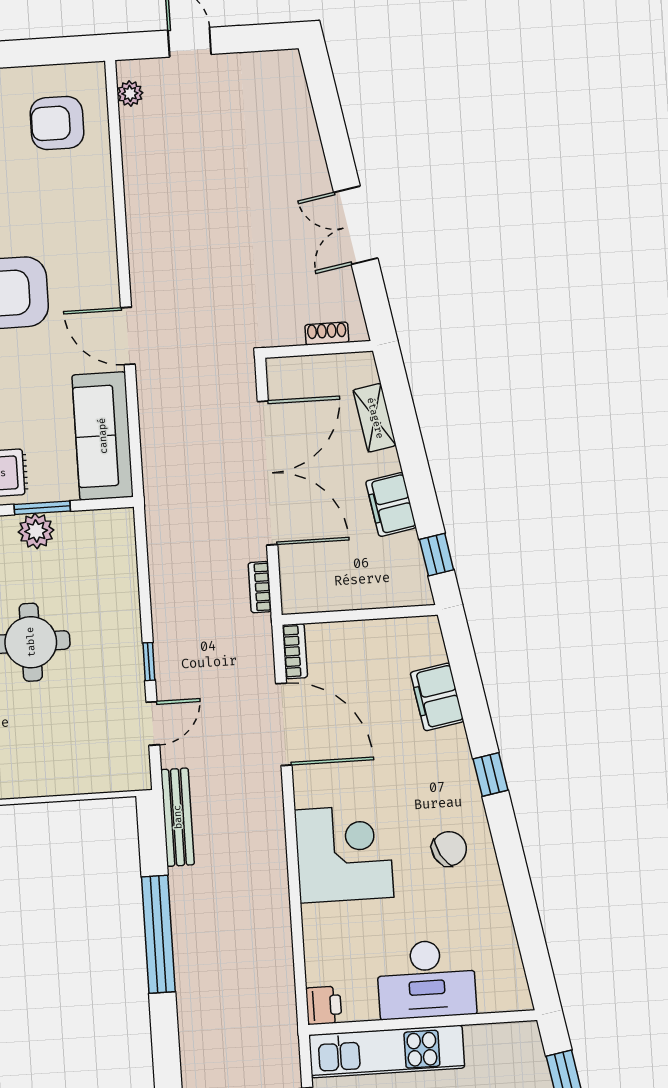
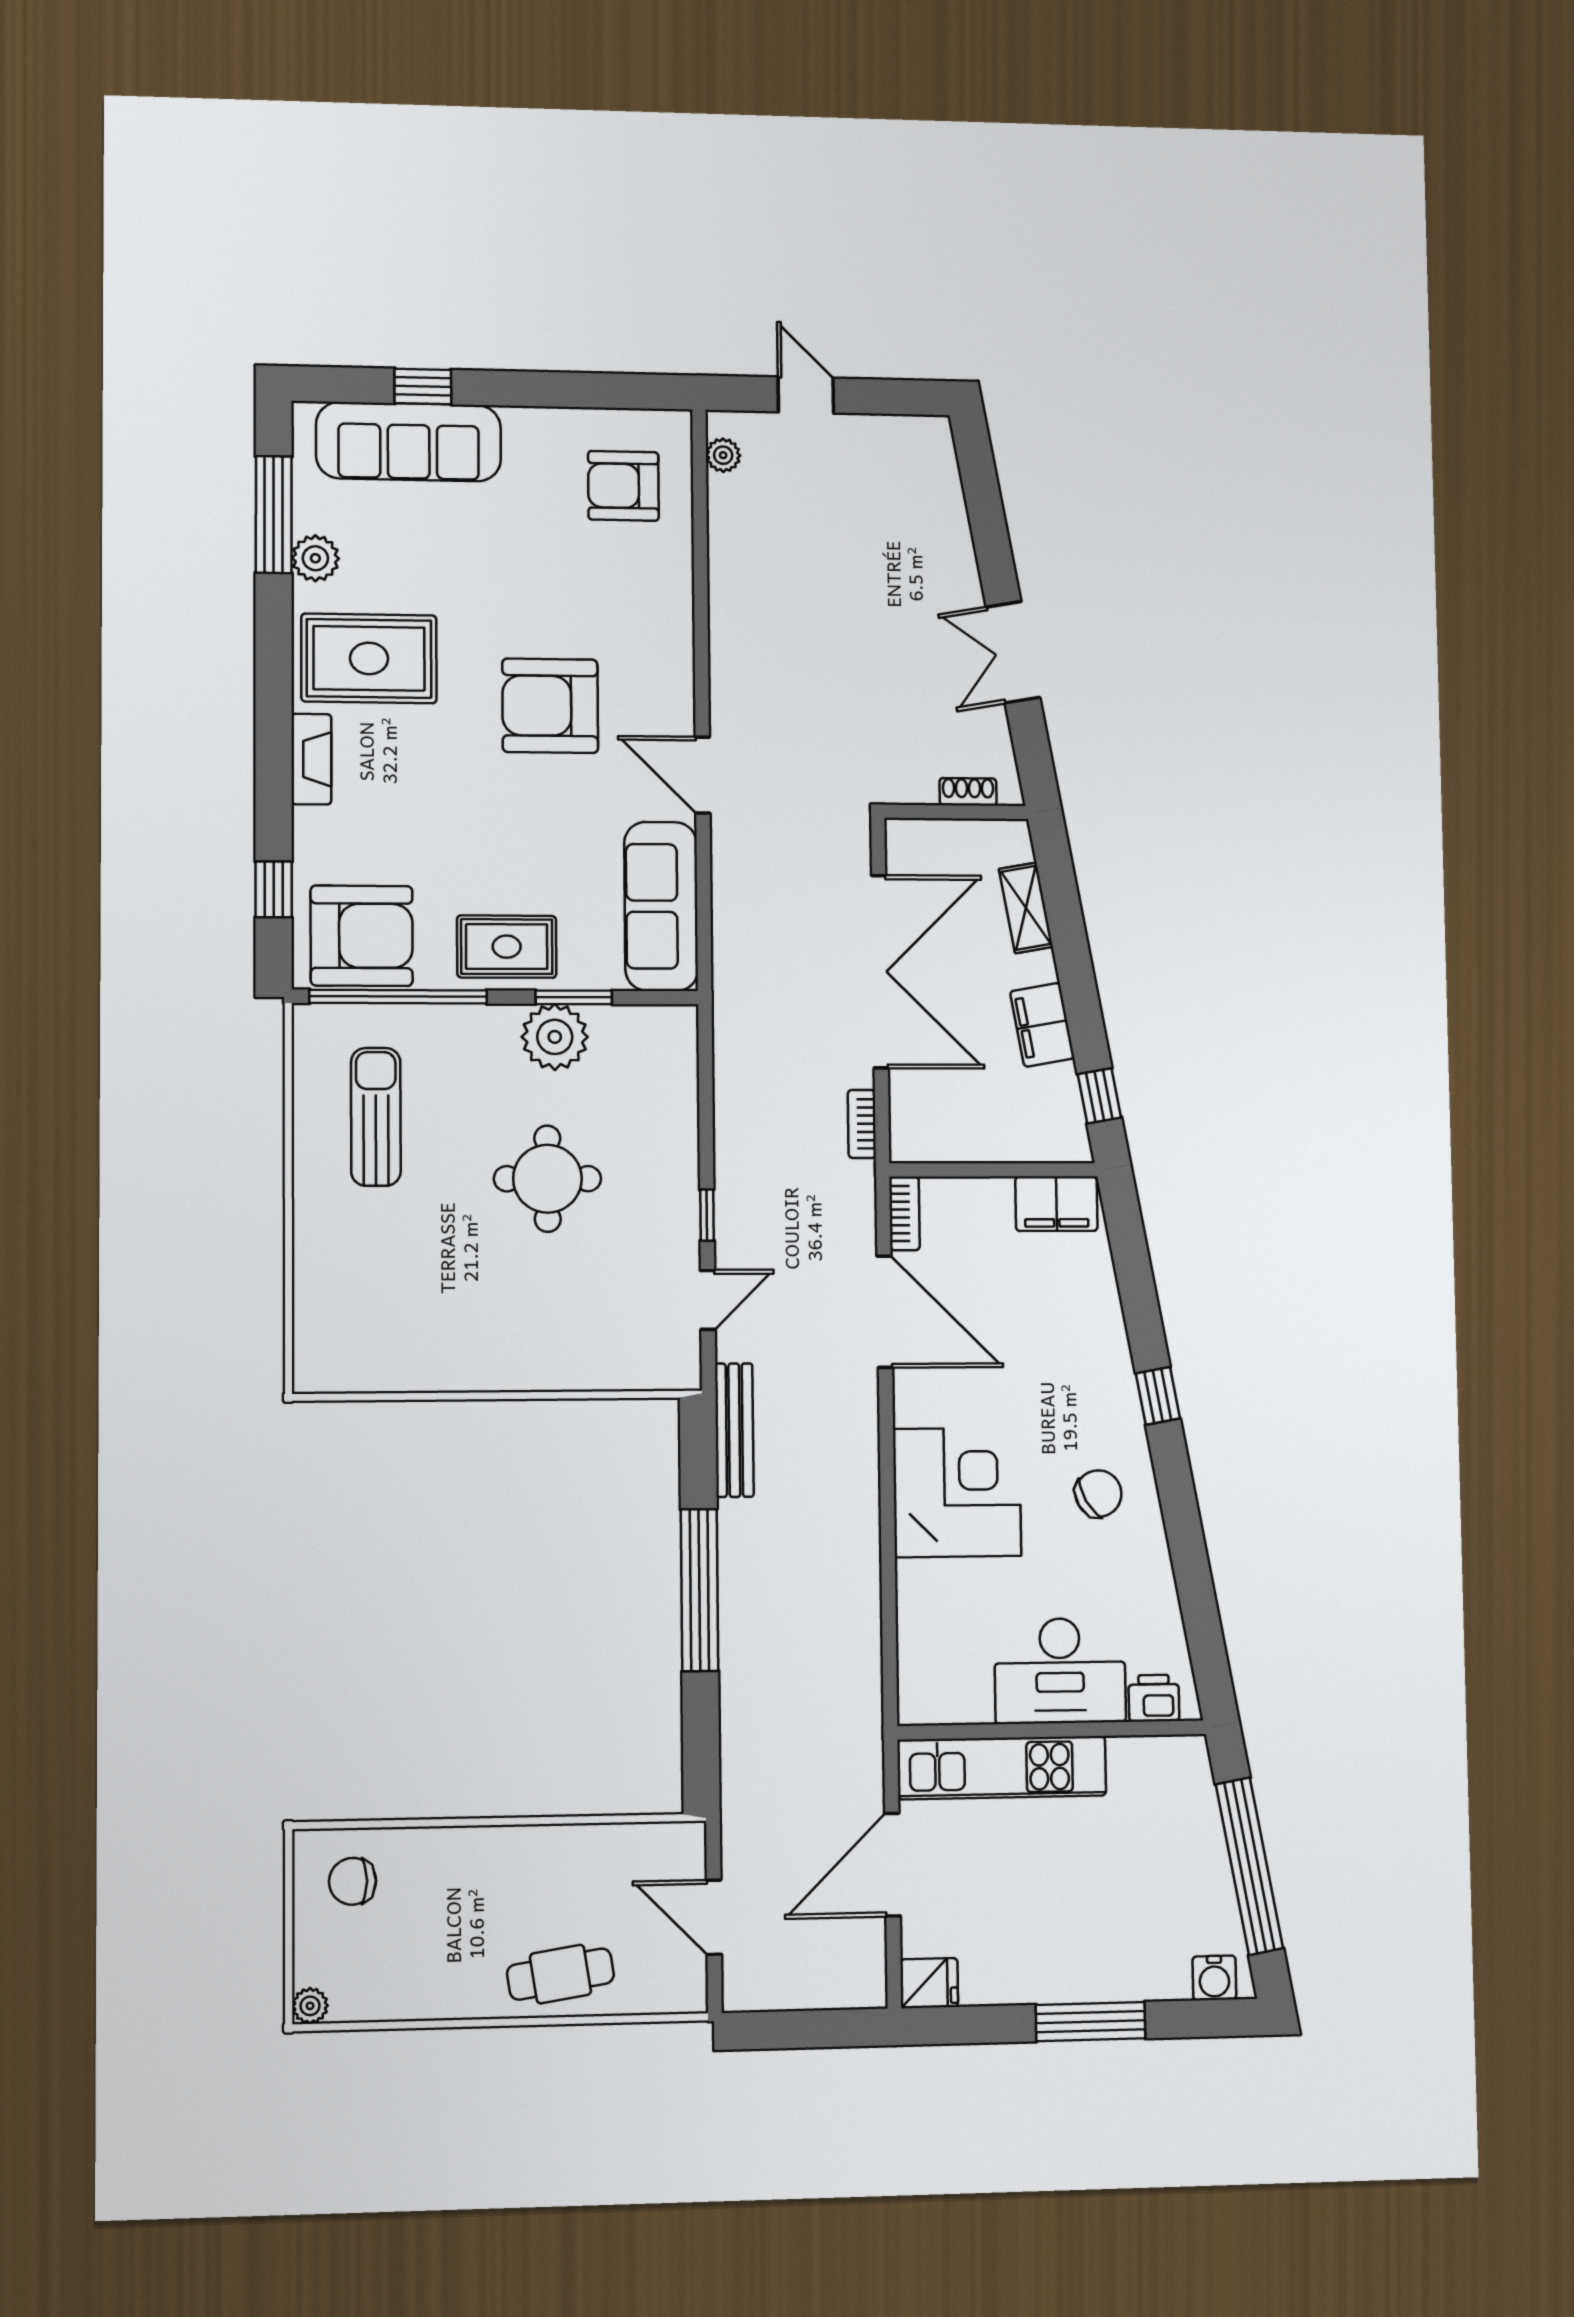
plant: (36, 531) -> (555, 1037), width x1.36, depth x1.36
filing cabinet: (437, 697) -> (1056, 1204), moved, turned -80
printer: (324, 1005) -> (1154, 1698), moved, turned -90

